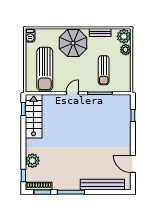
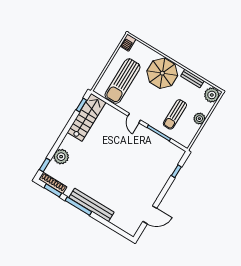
plant: (126, 50) -> (199, 119), moved
door: (72, 93) -> (134, 118), swing flipped
door: (133, 164) -> (150, 215), swing flipped
bench: (102, 185) -> (91, 205), moved

